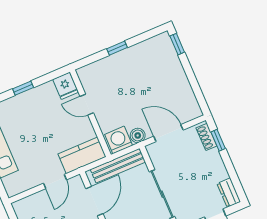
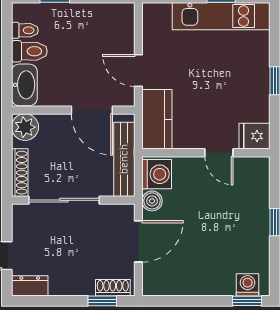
washing machine: (166, 48) -> (248, 285), added
door: (87, 105) -> (219, 153), swing flipped

